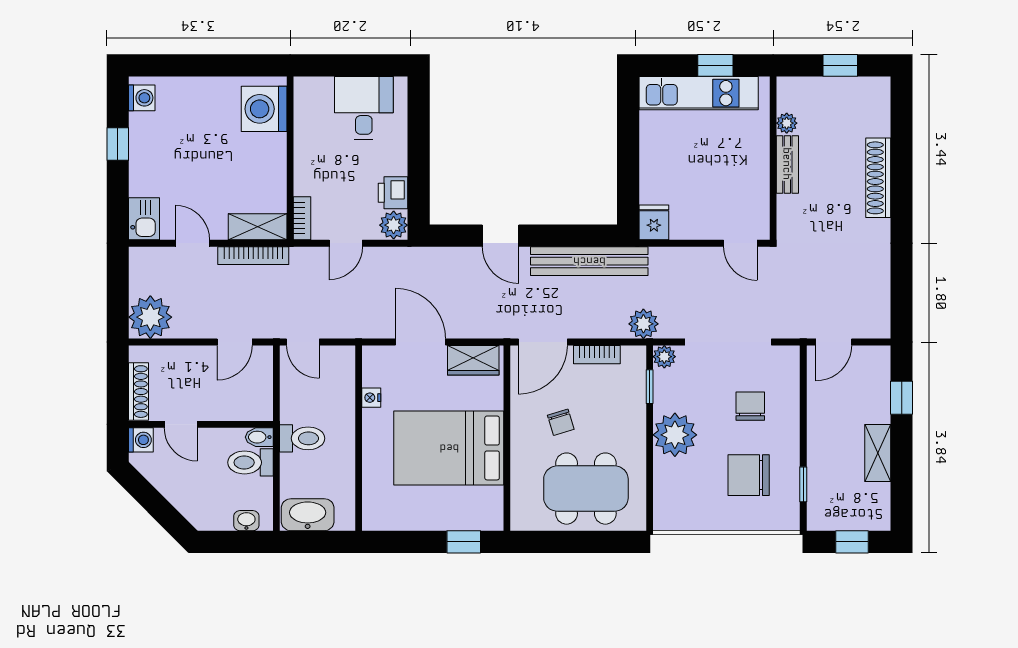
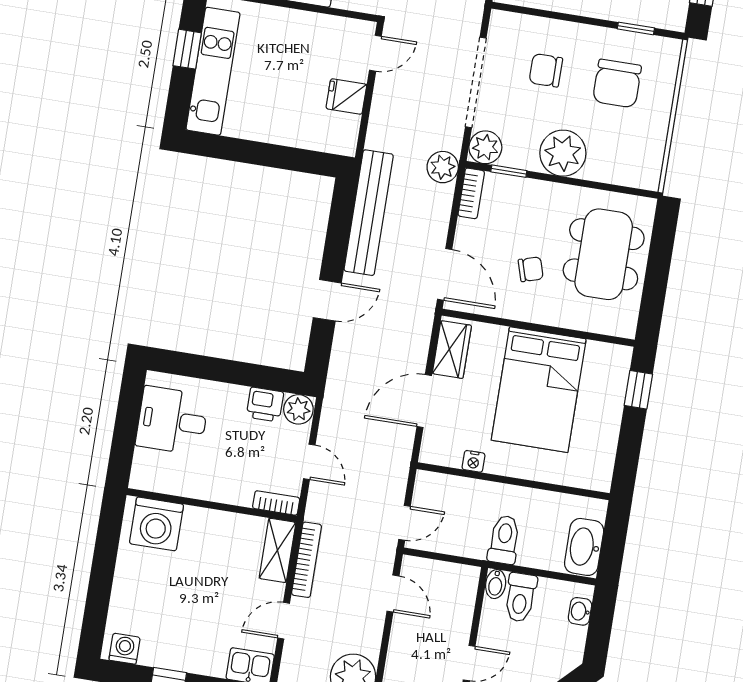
fridge: (654, 222) -> (346, 96), moved
bookcase: (597, 355) -> (471, 193), moved
plant: (664, 357) -> (485, 147), width x1.38, depth x1.38

